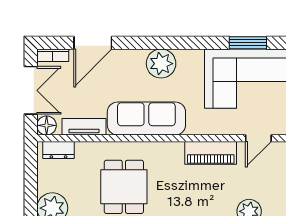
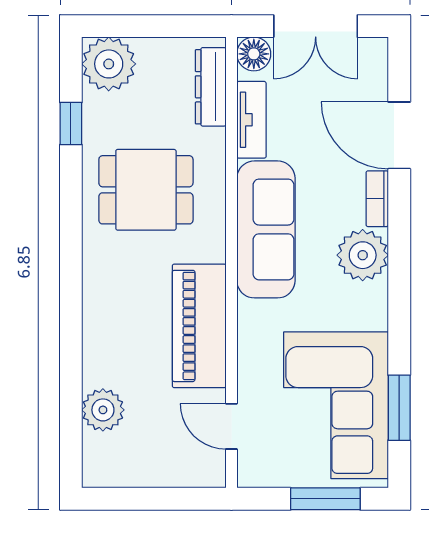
bookcase: (53, 55) -> (377, 199), moved
dresser: (58, 150) -> (211, 87), width x1.44
piano: (211, 153) -> (199, 326), width x1.37, depth x1.33

